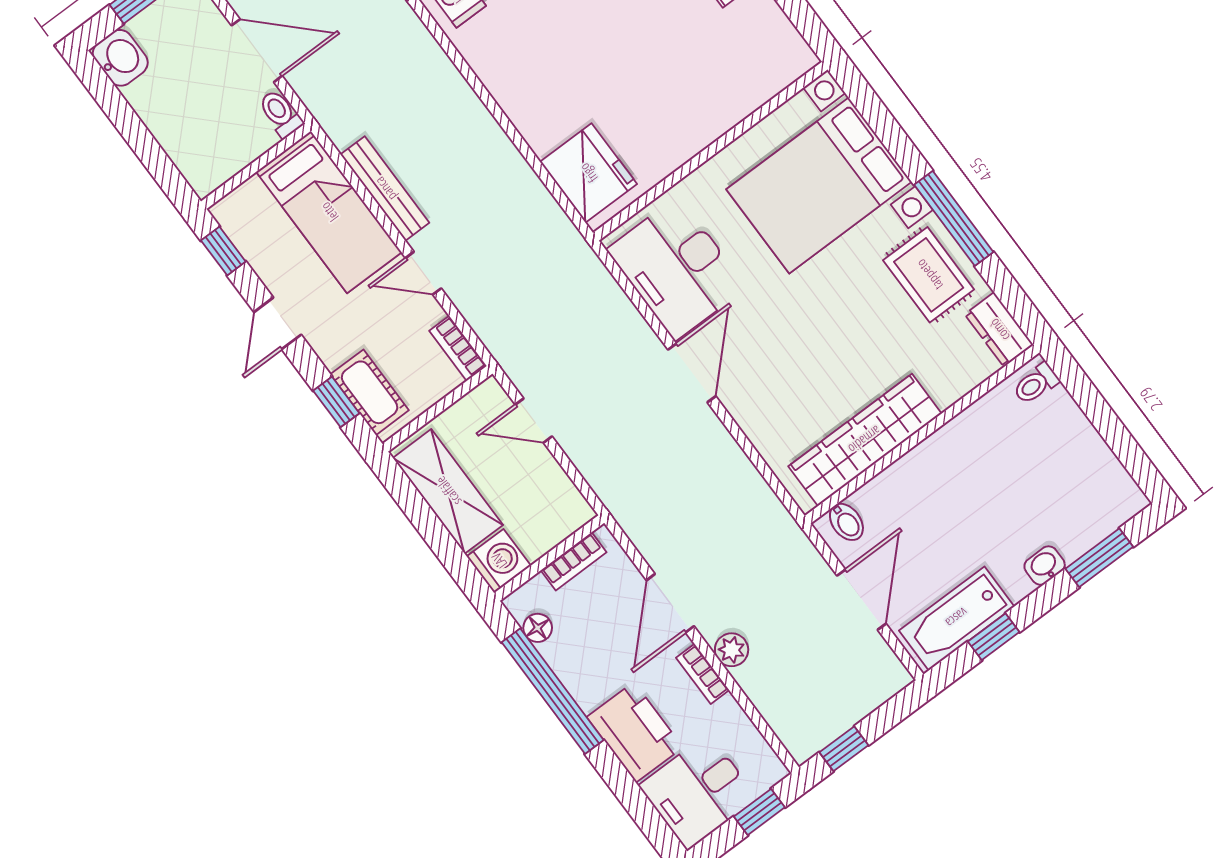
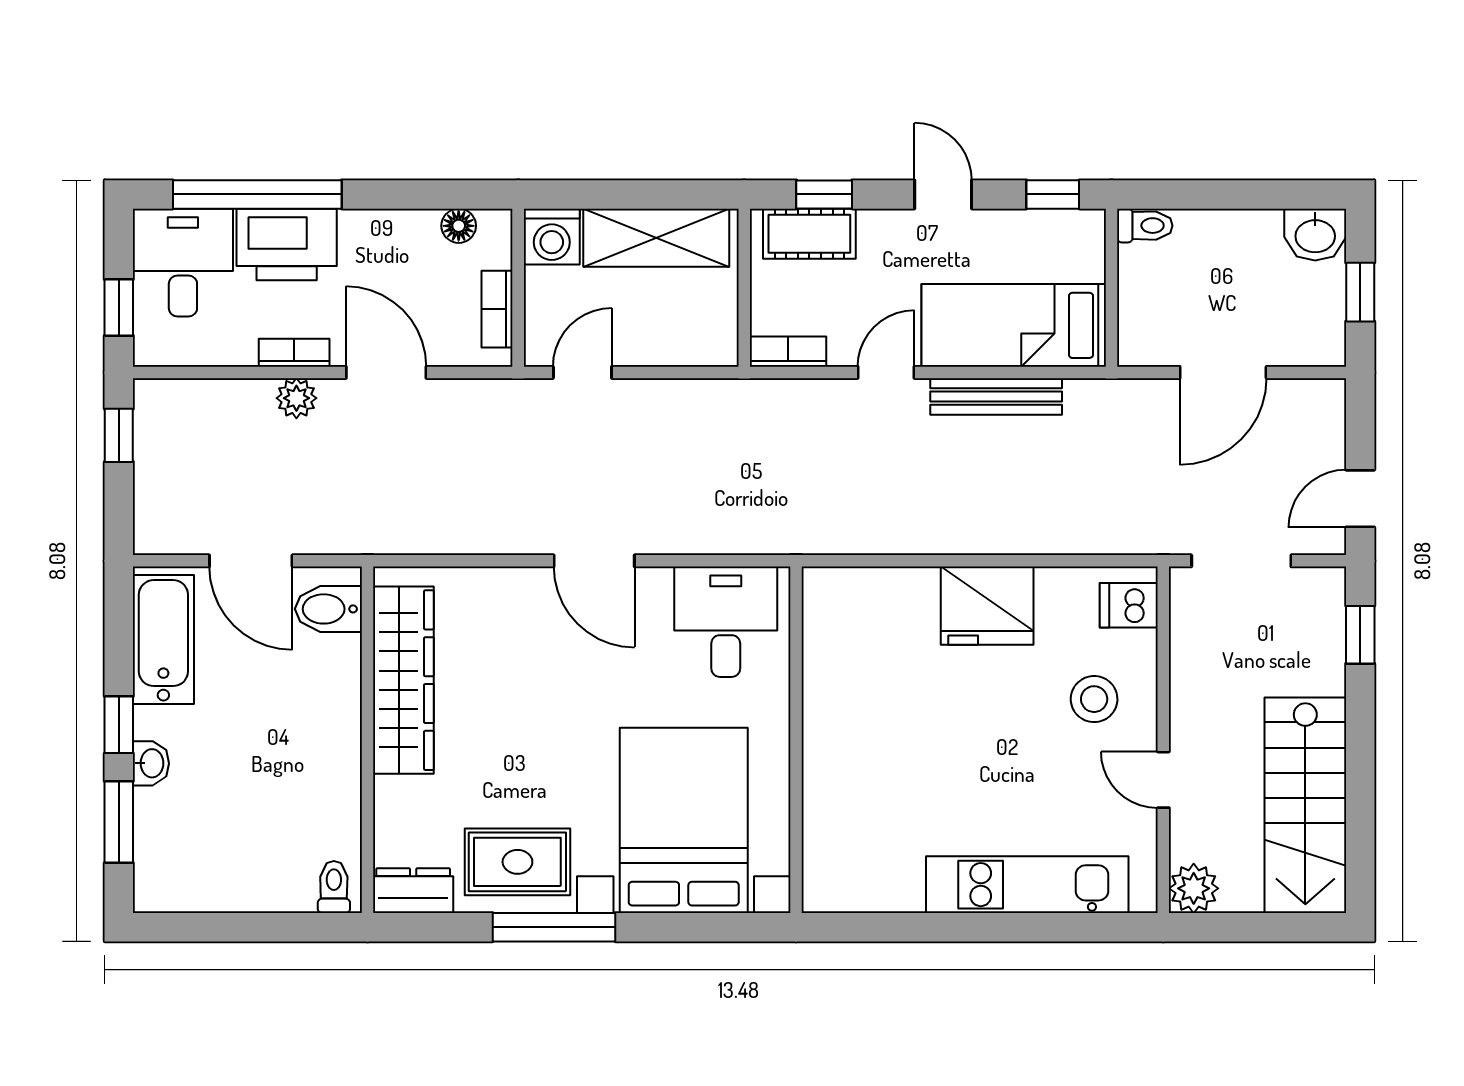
toilet: (281, 113) -> (1145, 226), moved
fridge: (588, 173) -> (987, 606), moved
desk: (677, 268) -> (726, 622), width x0.73
door: (534, 421) -> (582, 372), moved
bidet: (846, 522) -> (328, 609), width x1.38, depth x1.36
window: (994, 637) -> (119, 725), moved
window: (553, 691) -> (257, 194), moved

